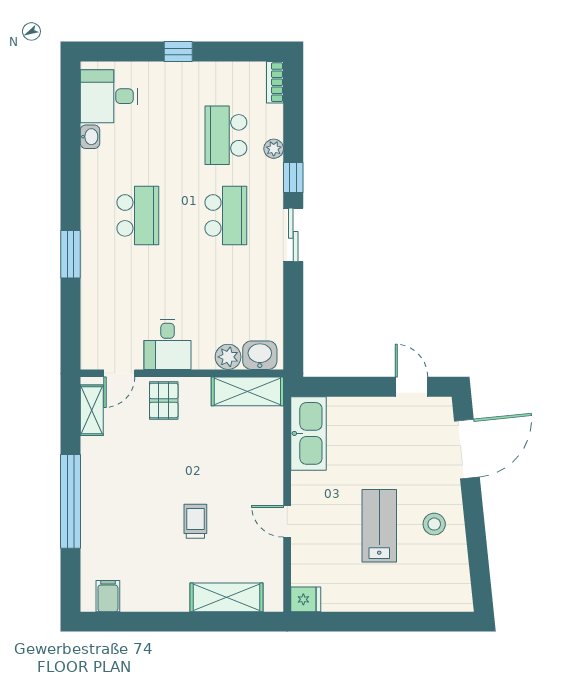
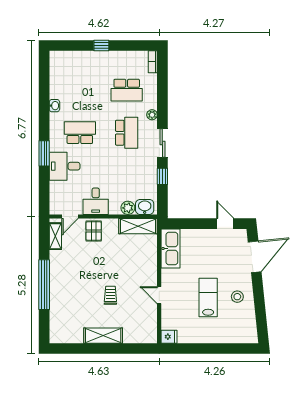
desk: (109, 96) -> (65, 166), moved
school desk: (226, 135) -> (127, 90), turned -90
washbasin: (90, 137) -> (54, 106), moved
plant: (274, 149) -> (152, 115), moved
window: (293, 178) -> (162, 176), moved
school desk: (138, 215) -> (80, 133), turned -90
filing cabinet: (108, 596) -> (64, 335), removed
shelving: (226, 597) -> (103, 336), moved

